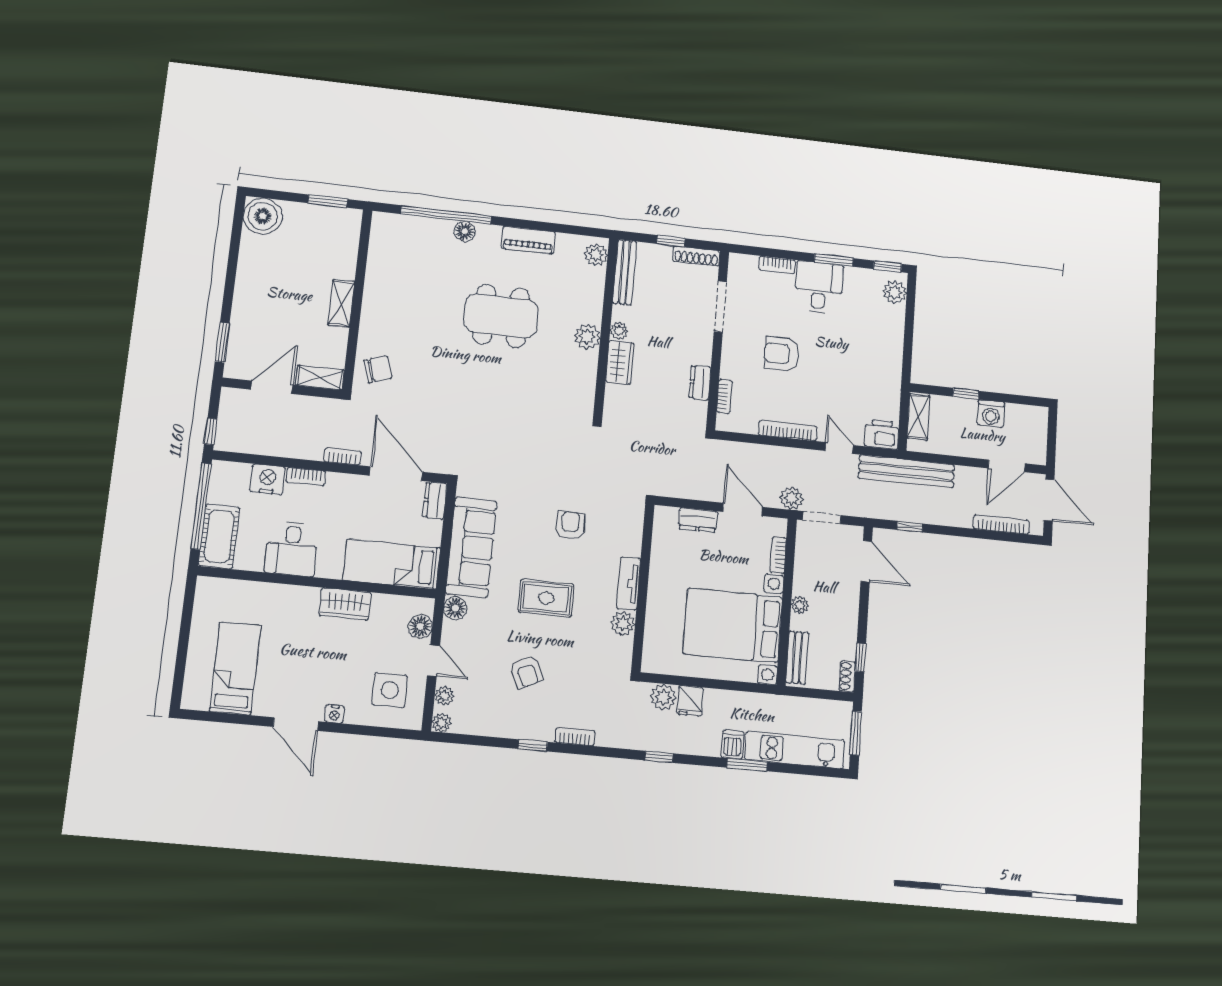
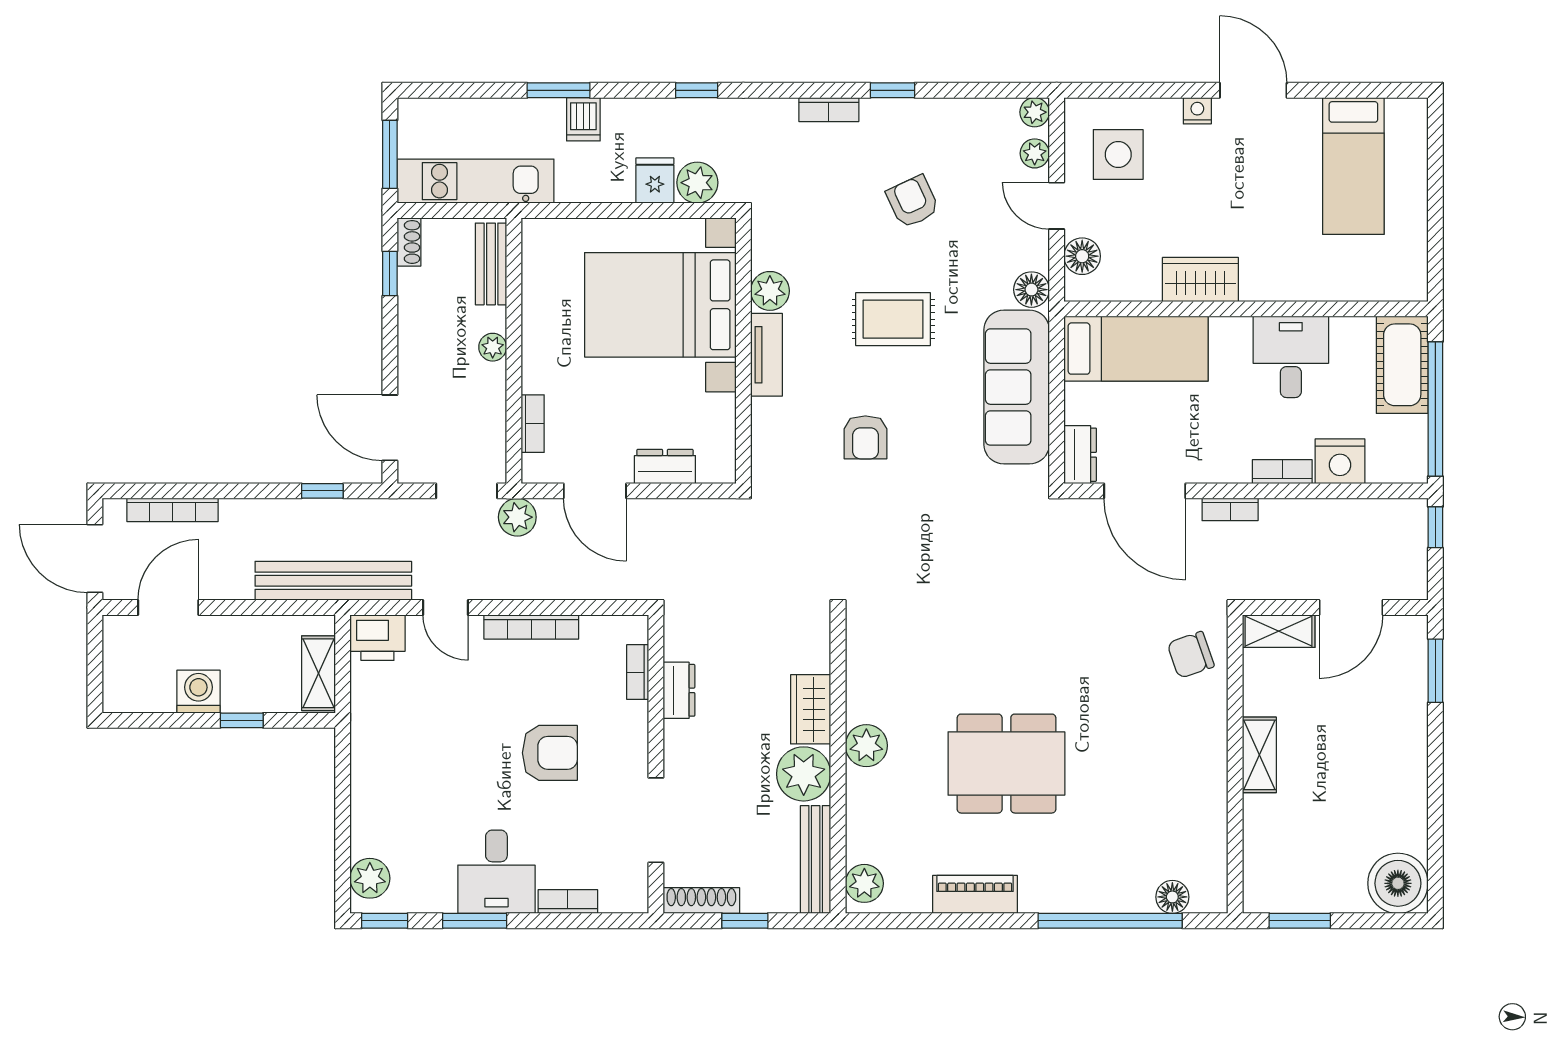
floor lamp: (465, 231) -> (1172, 897), moved
plant: (619, 331) -> (804, 774), width x1.88, depth x1.88
bed with nightstands: (733, 625) -> (660, 305), moved, turned 180
kitchen unit: (795, 750) -> (476, 181), moved, turned 180

